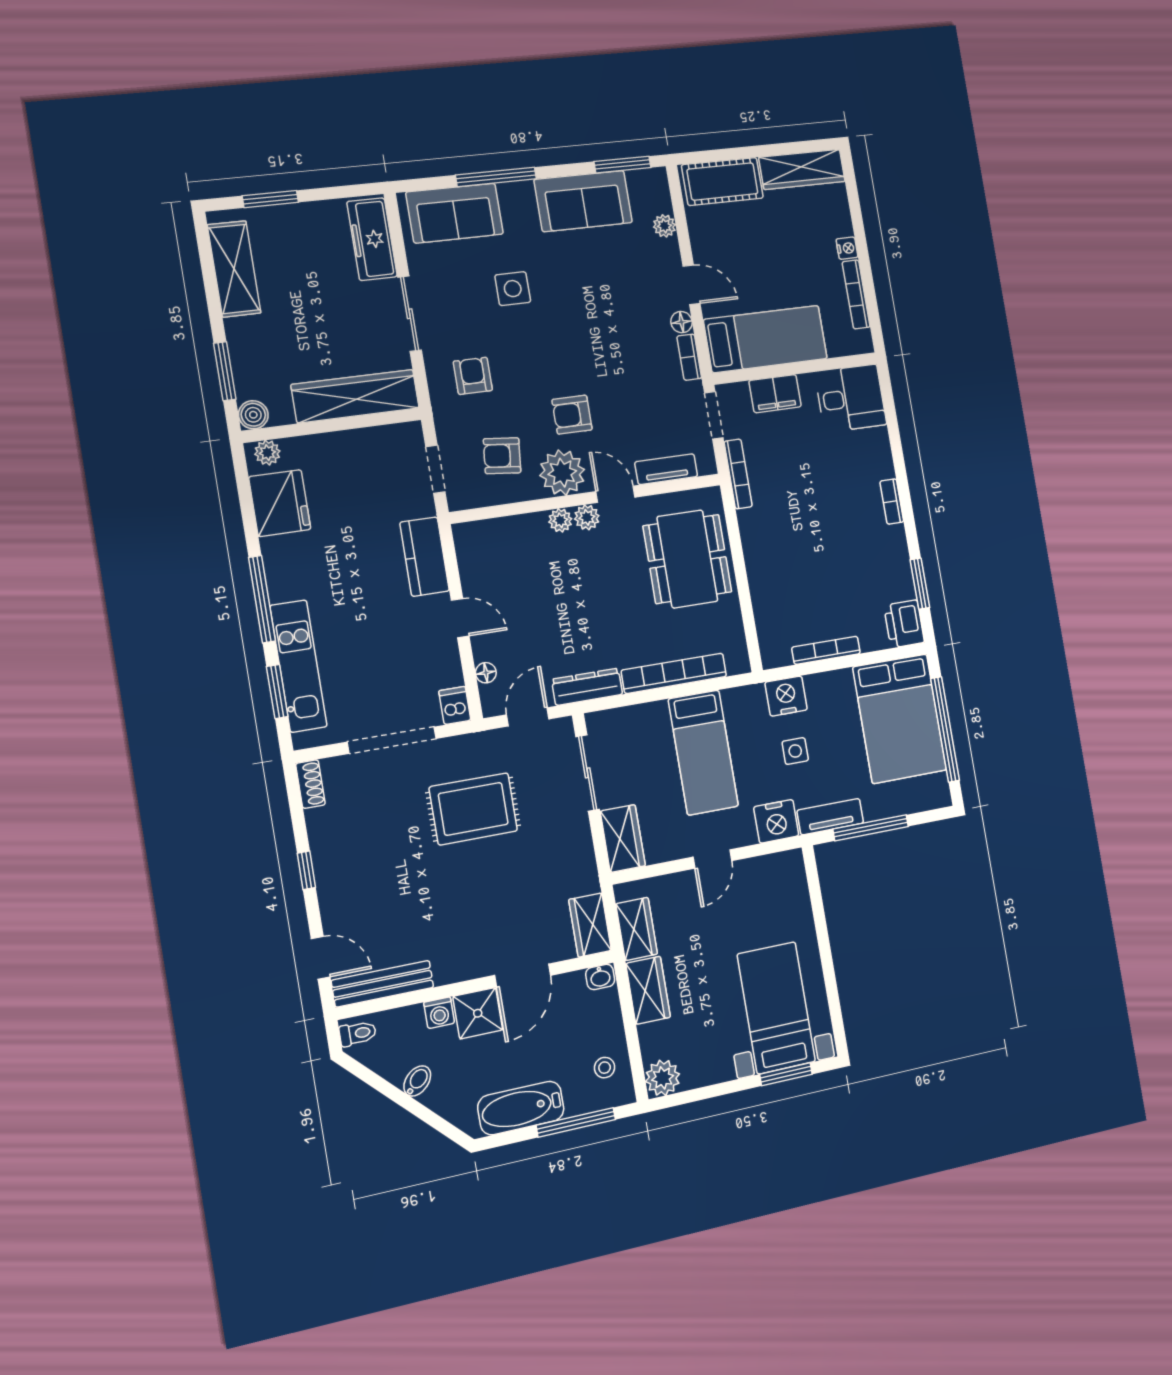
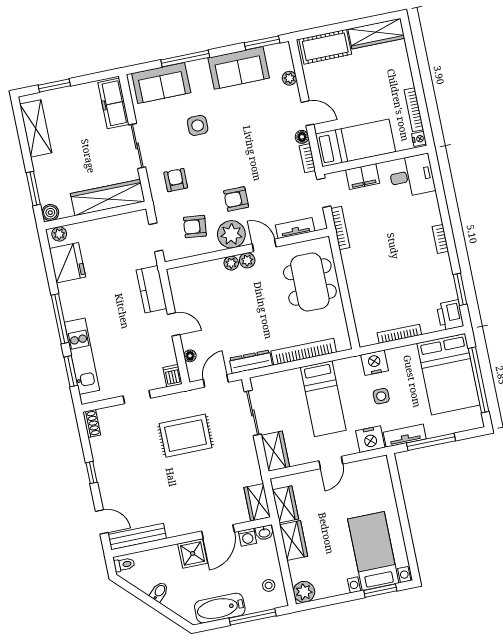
nightstand: (847, 248) -> (419, 139), moved
doorway: (392, 740) -> (137, 397), width x0.53
washing machine: (439, 1013) -> (248, 537), moved

